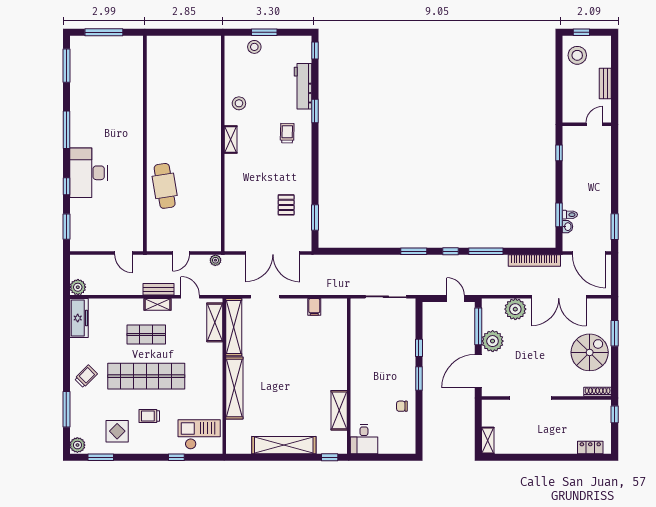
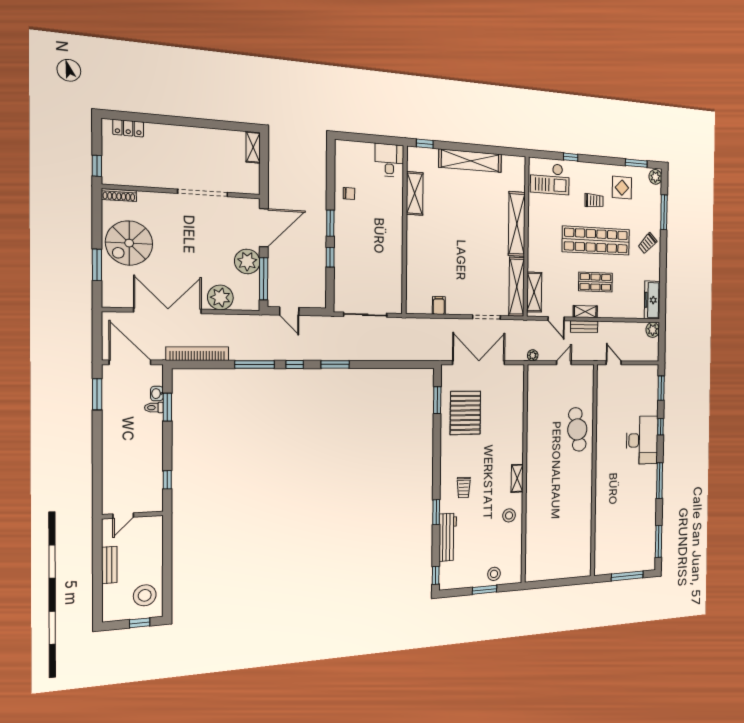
pallet: (286, 205) -> (465, 413), width x2.05, depth x2.00

